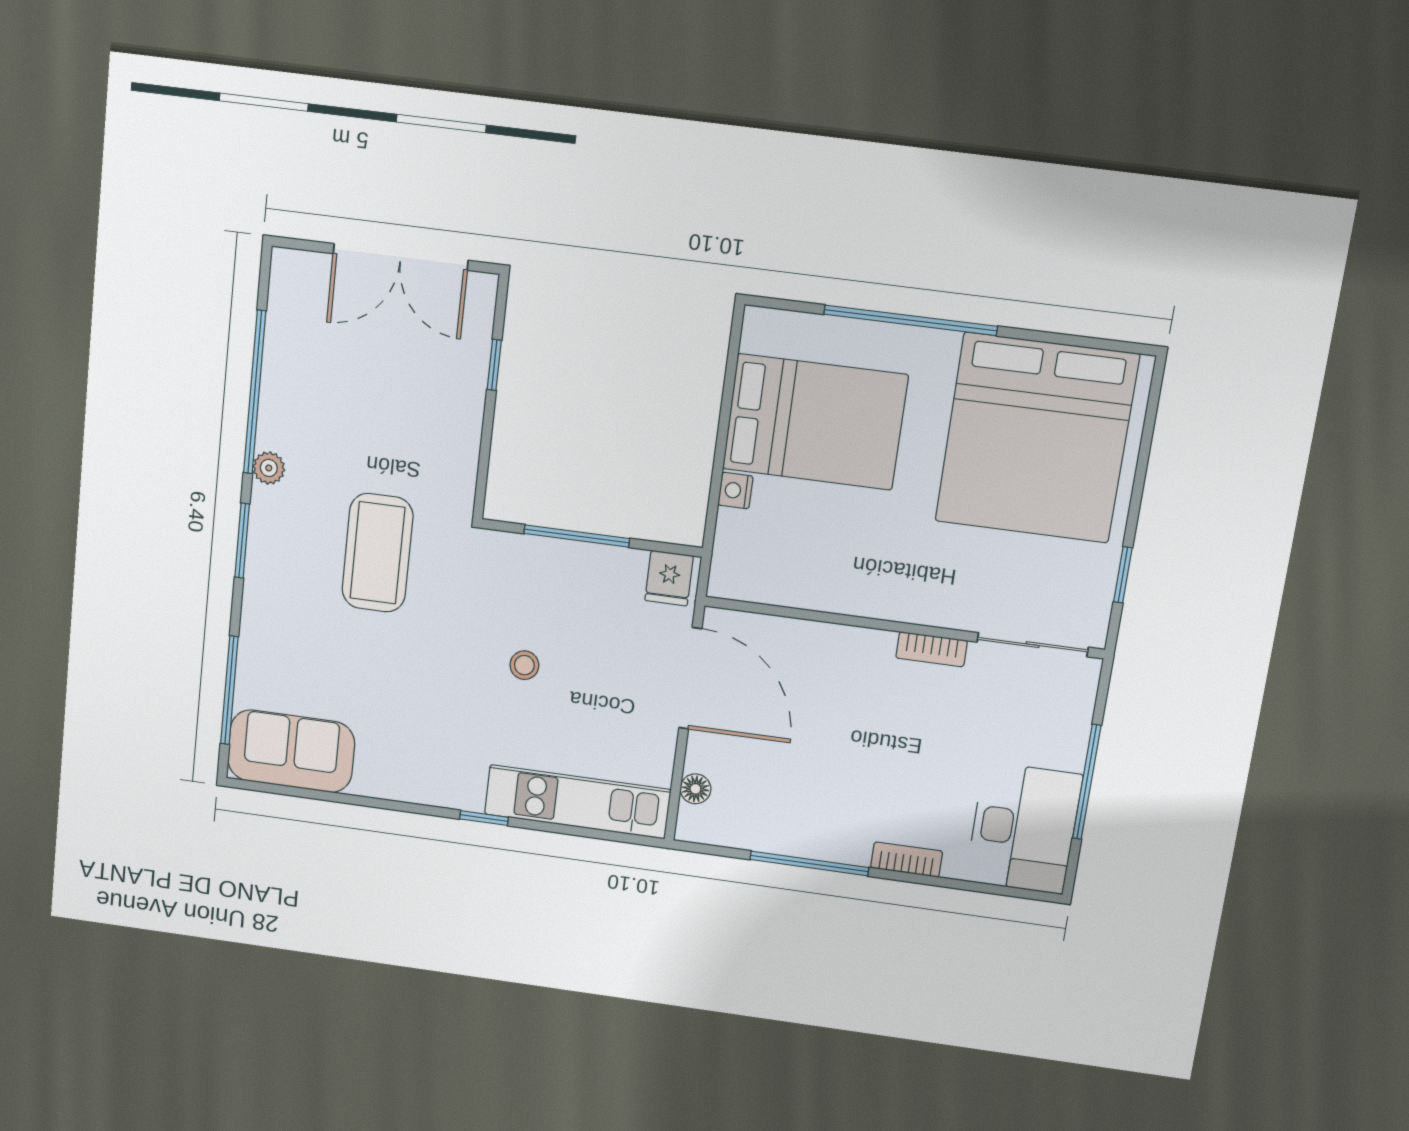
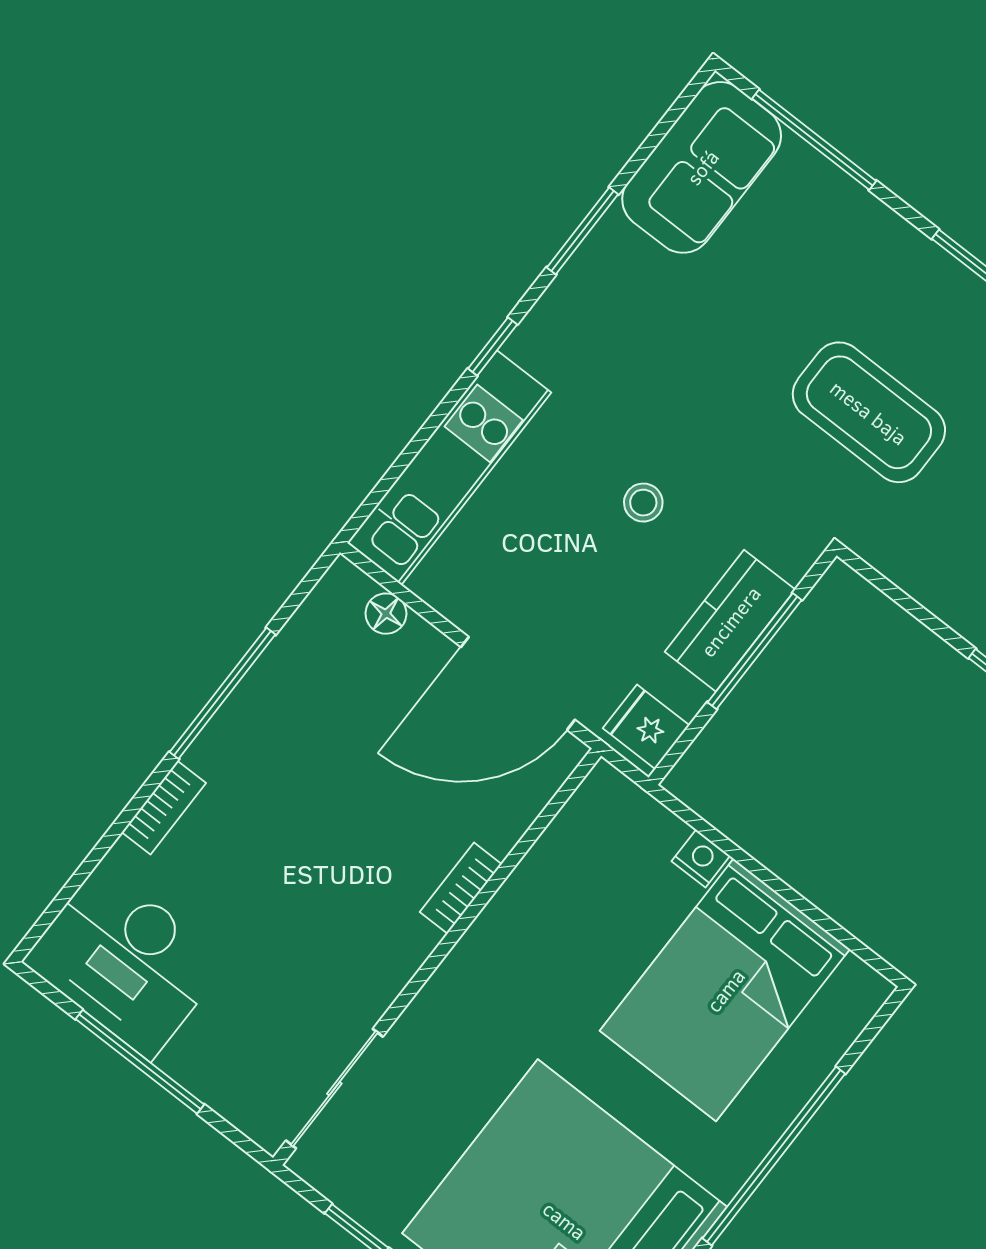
kitchen counter: (567, 564) -> (730, 621), added
bookcase: (932, 649) -> (461, 888), moved
window: (377, 803) -> (583, 231), added

